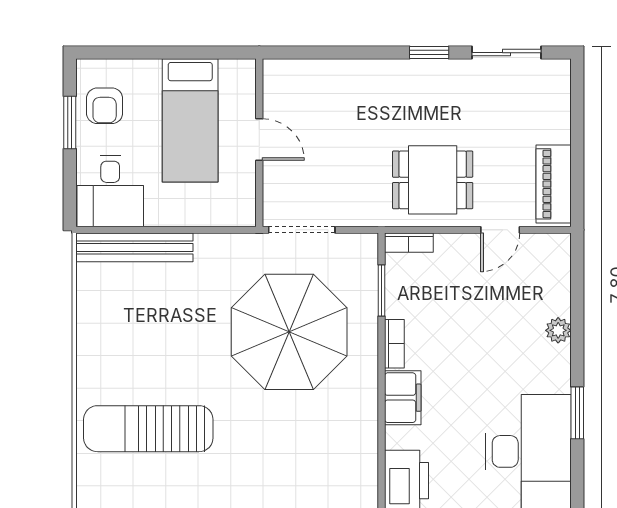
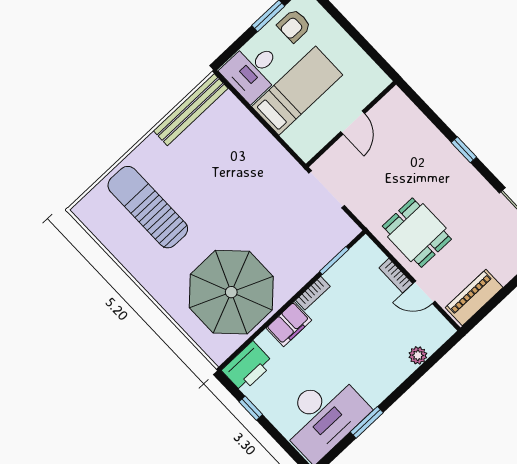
window: (429, 53) -> (464, 150), moved
bed: (190, 120) -> (297, 91), moved, turned 180
bookcase: (409, 243) -> (396, 276), moved
bench: (134, 247) -> (191, 109), moved, turned 90
plant: (558, 330) -> (418, 355), moved
parasol: (289, 332) -> (231, 292), moved

